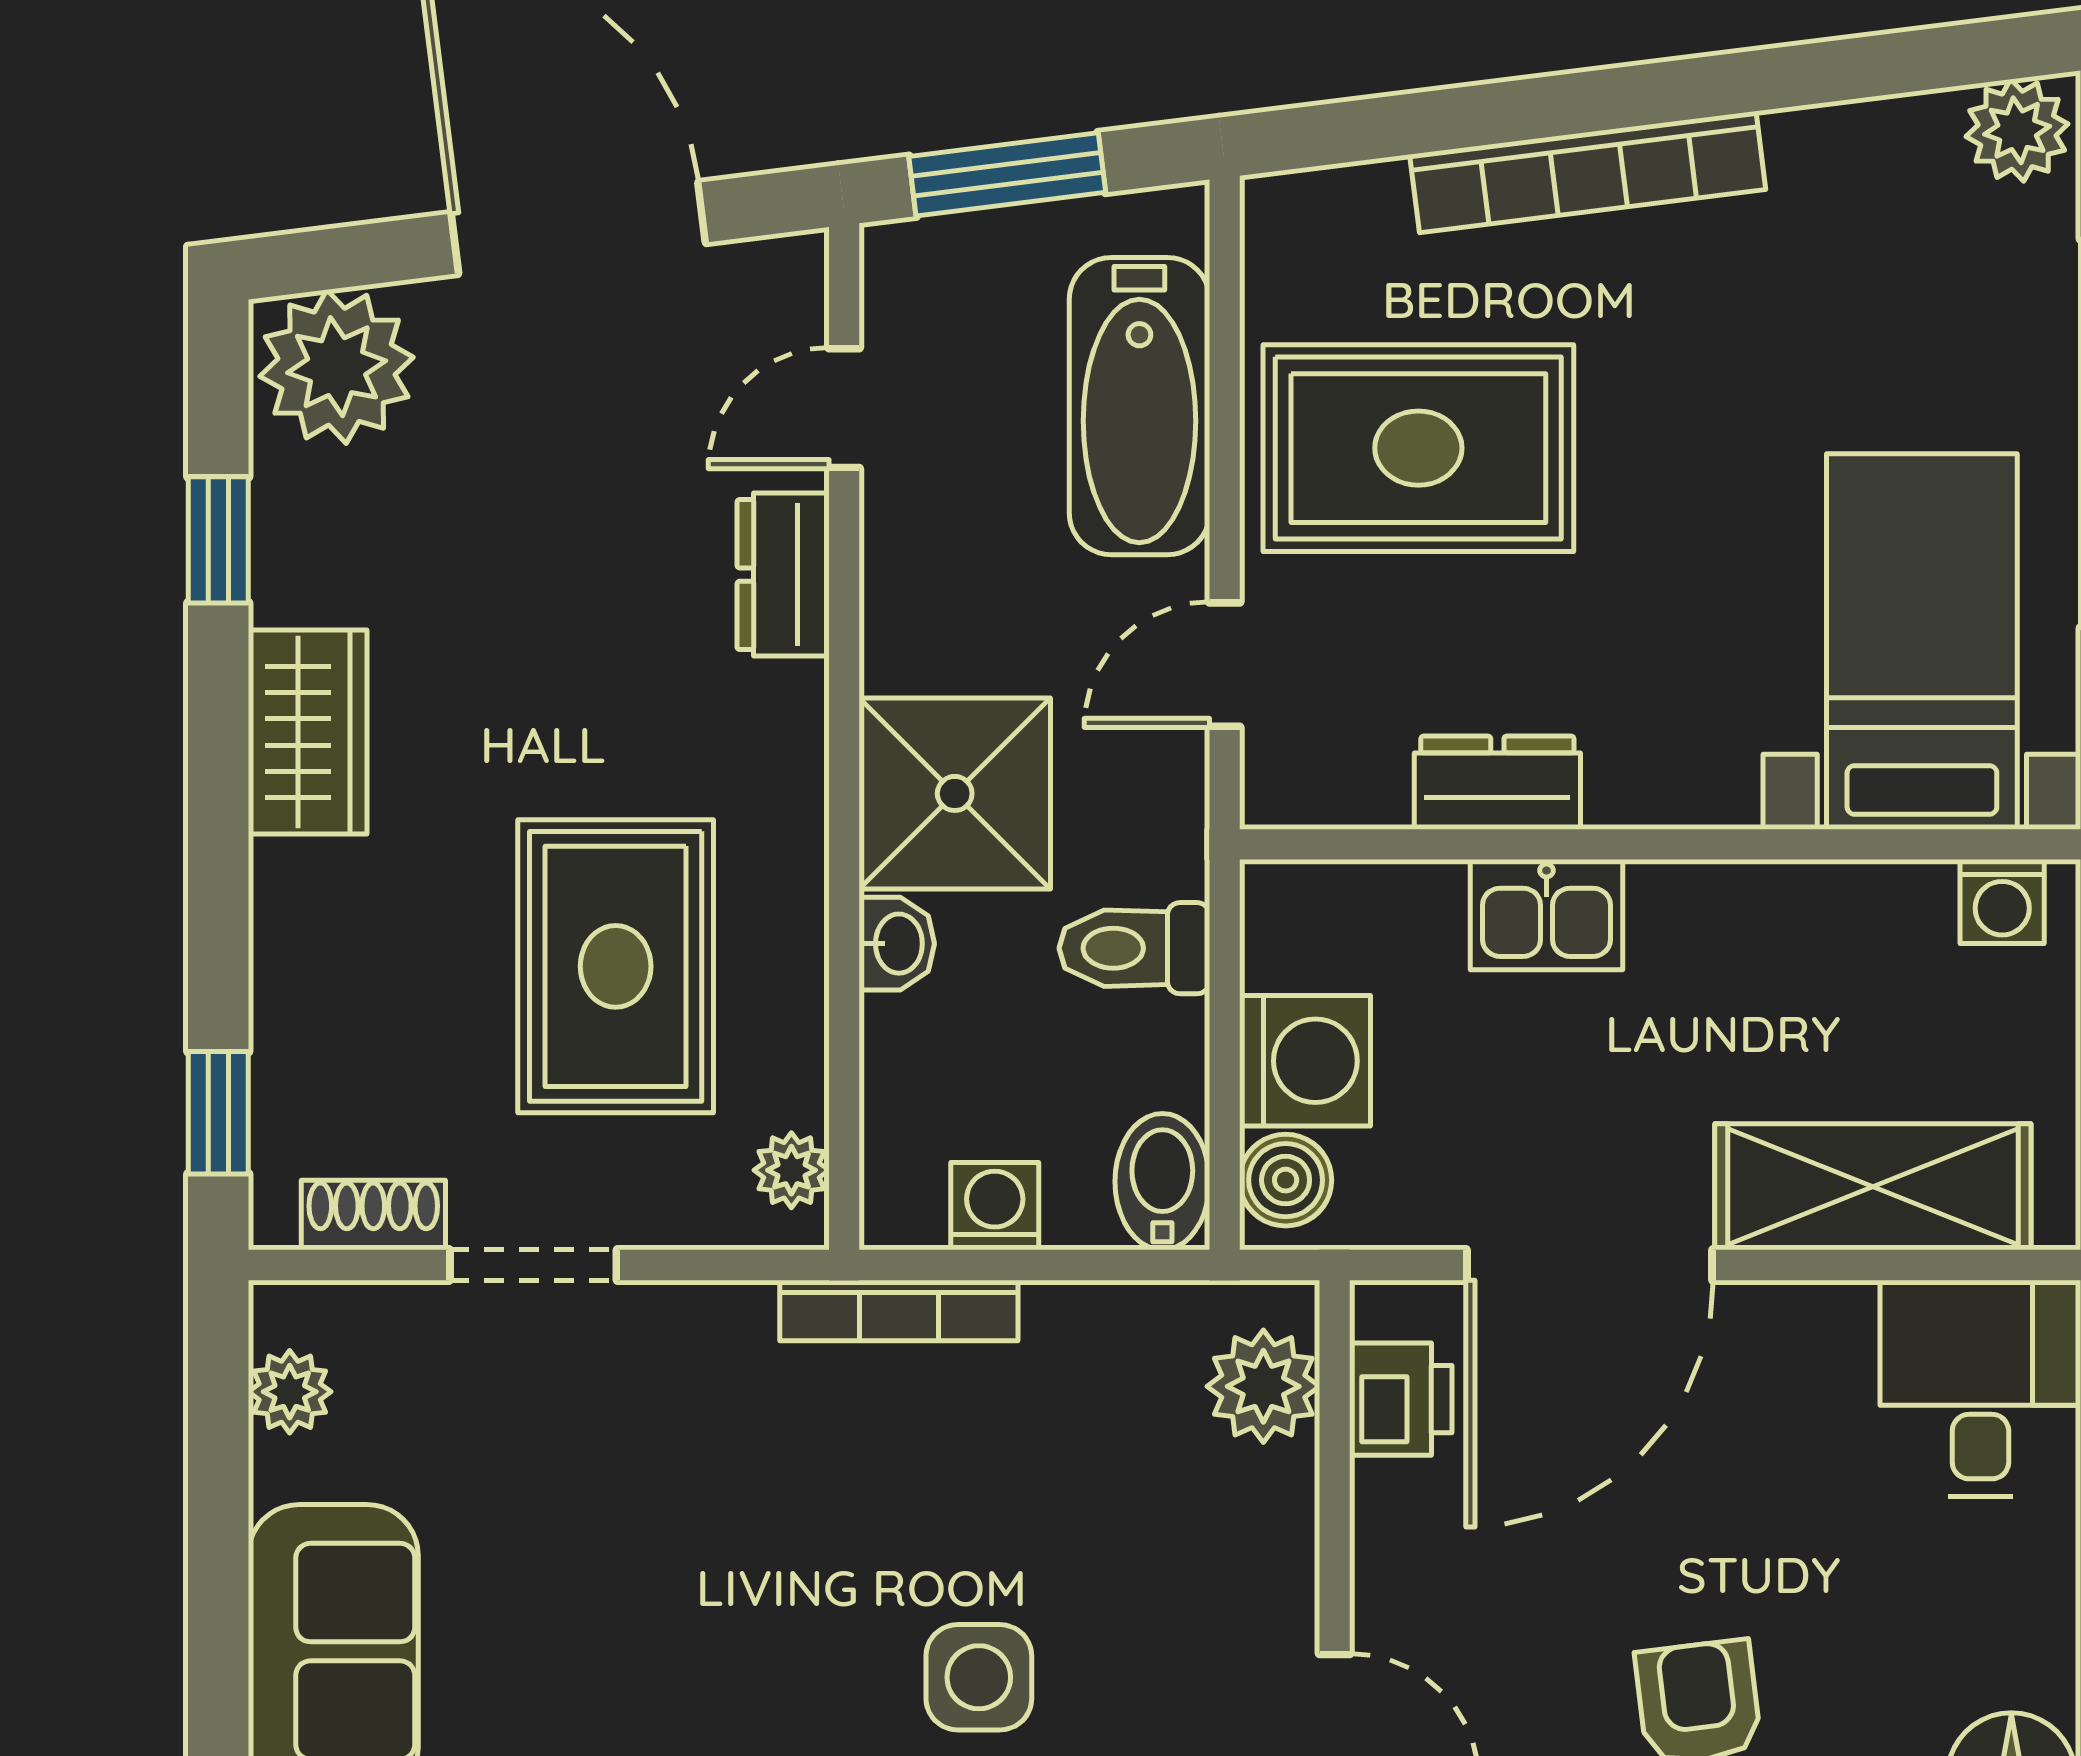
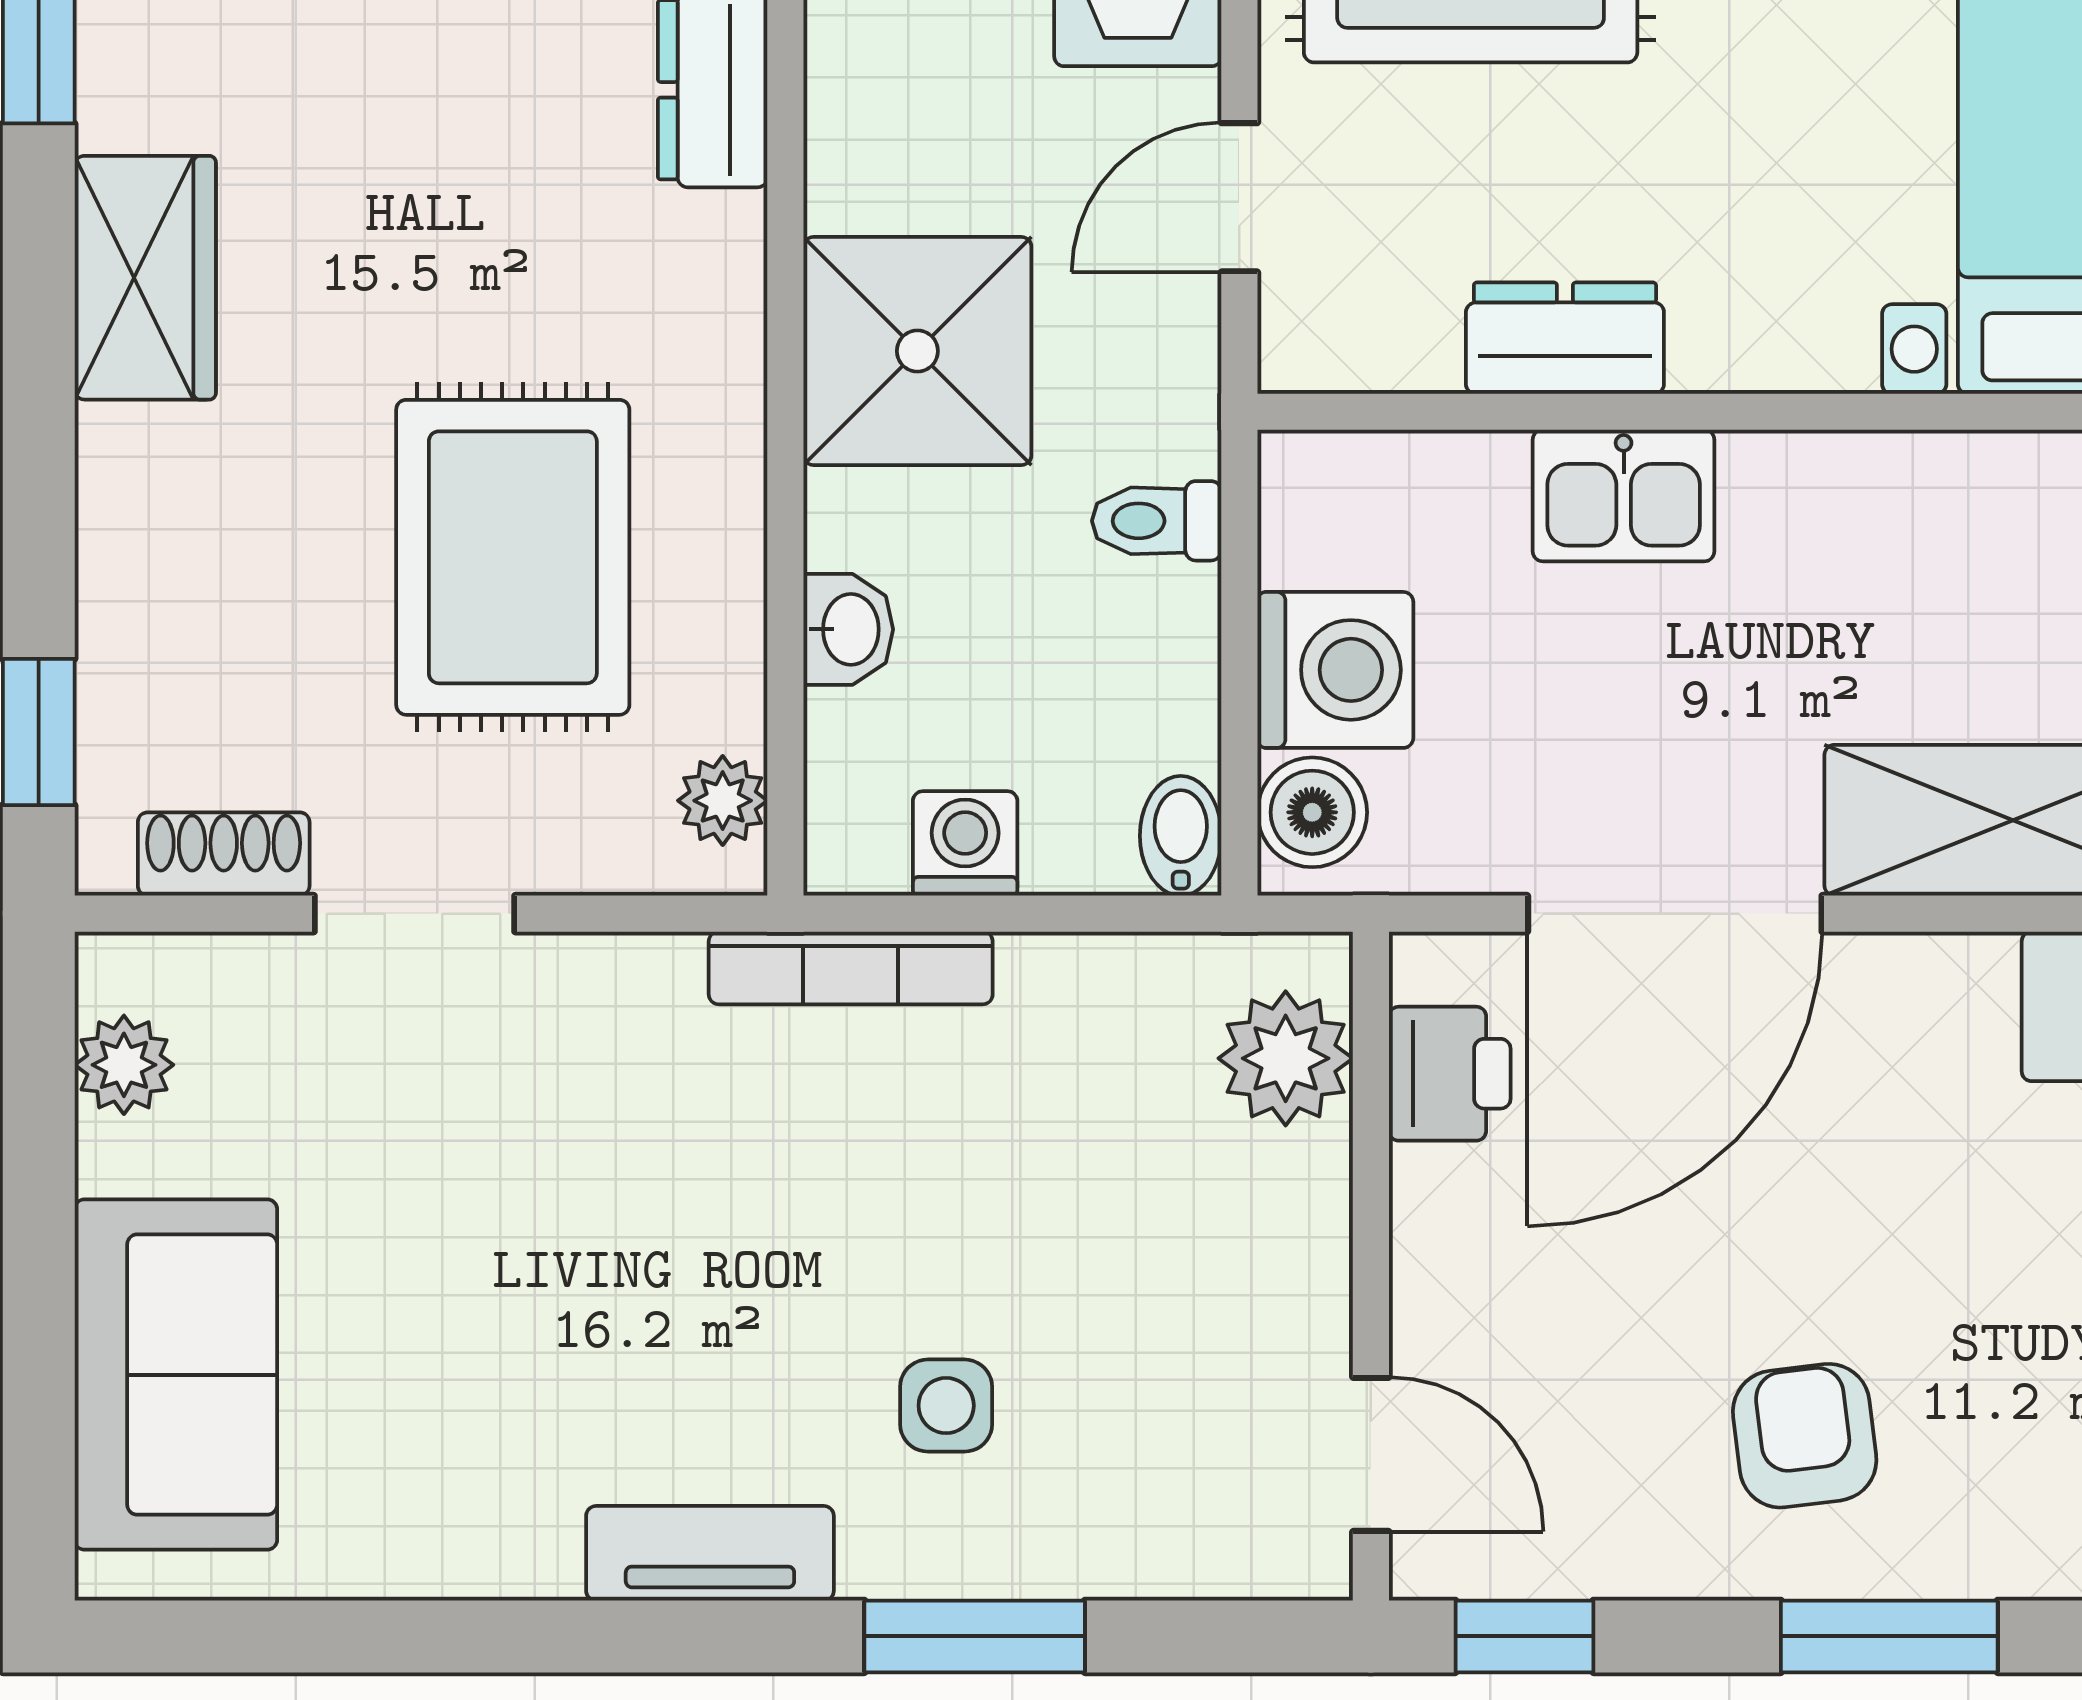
washbasin: (897, 944) -> (848, 629), moved
toilet: (1134, 948) -> (1157, 521), width x0.73, depth x0.72
bidet: (1162, 1182) -> (1181, 836), width x0.72, depth x0.74
side table: (979, 1677) -> (946, 1406), width x0.73, depth x0.73

